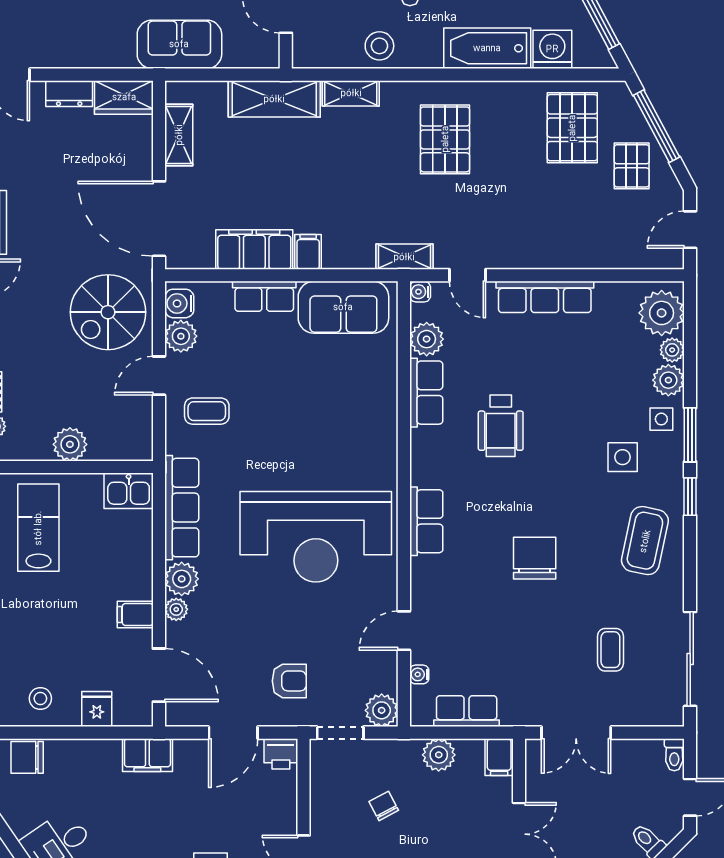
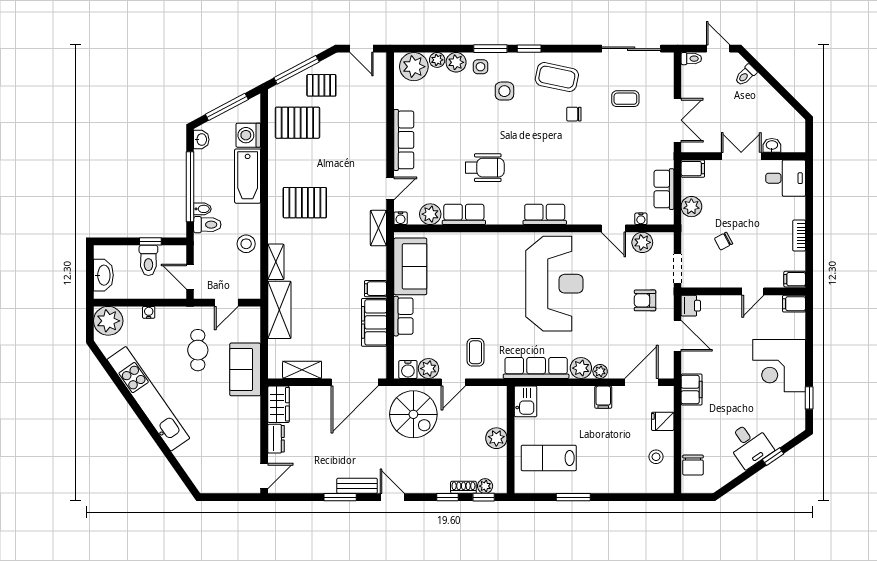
door: (159, 376) -> (453, 382), hinge flipped
chair: (535, 558) -> (574, 114), moved, width x0.54, depth x0.54
armchair: (289, 681) -> (645, 300), turned -90
plant: (382, 710) -> (642, 242), moved

